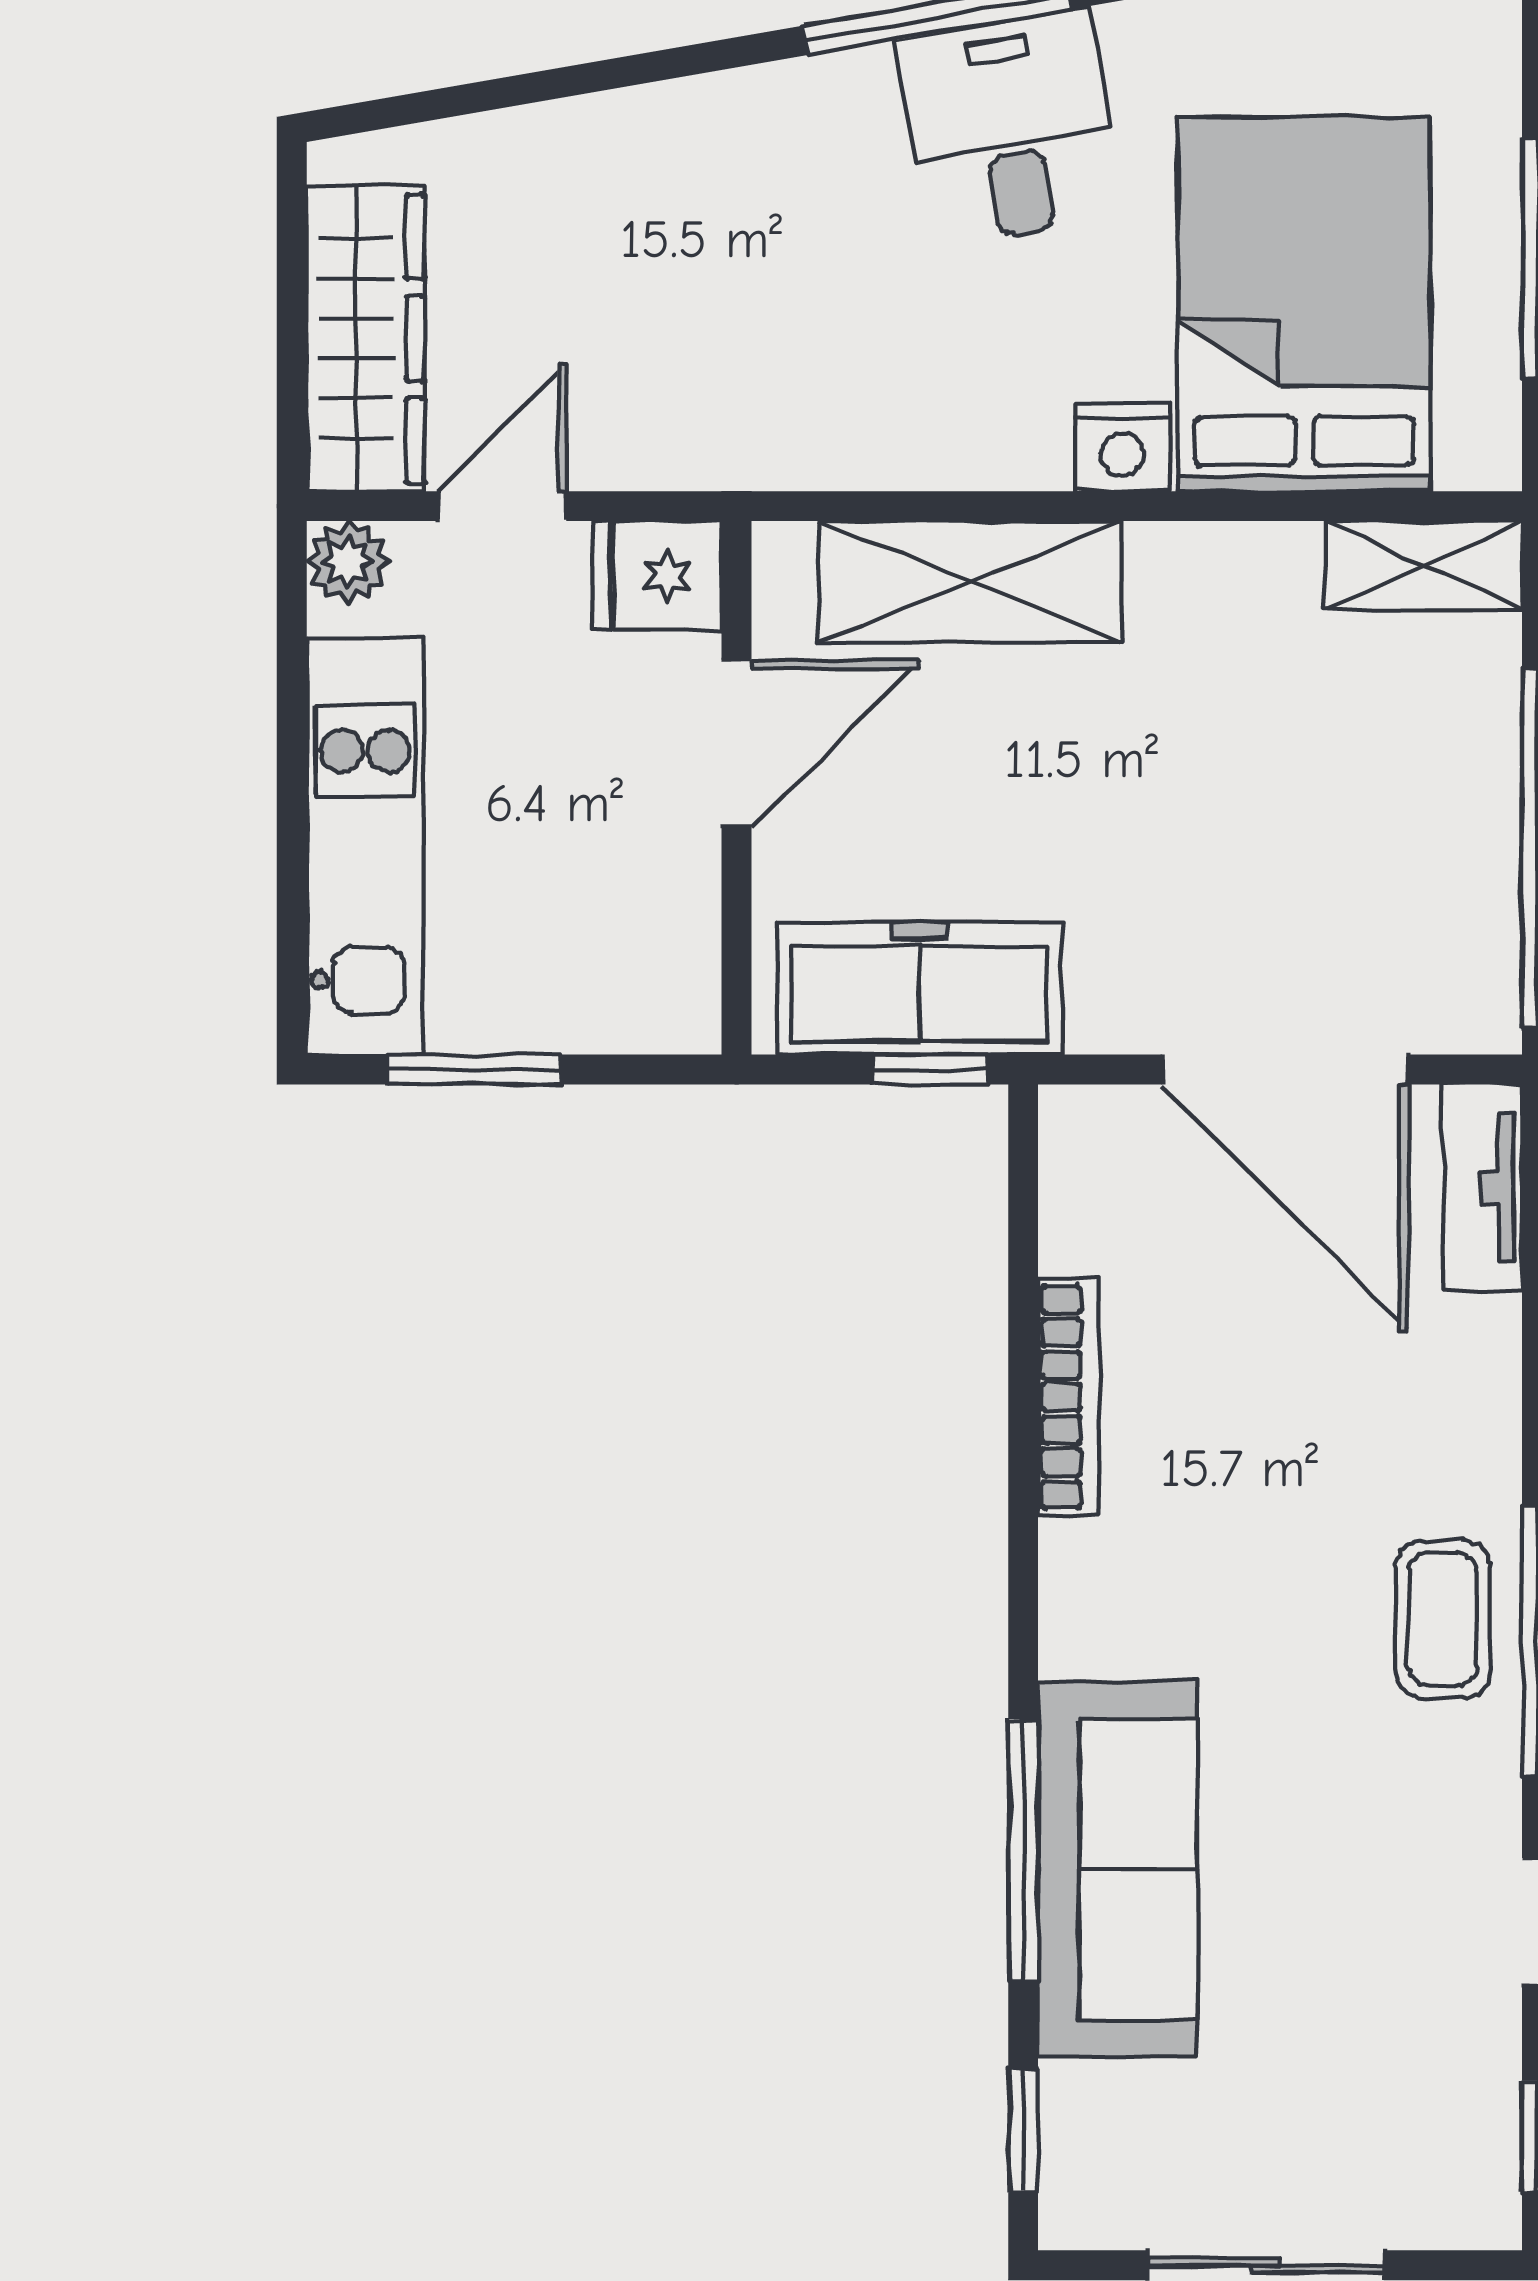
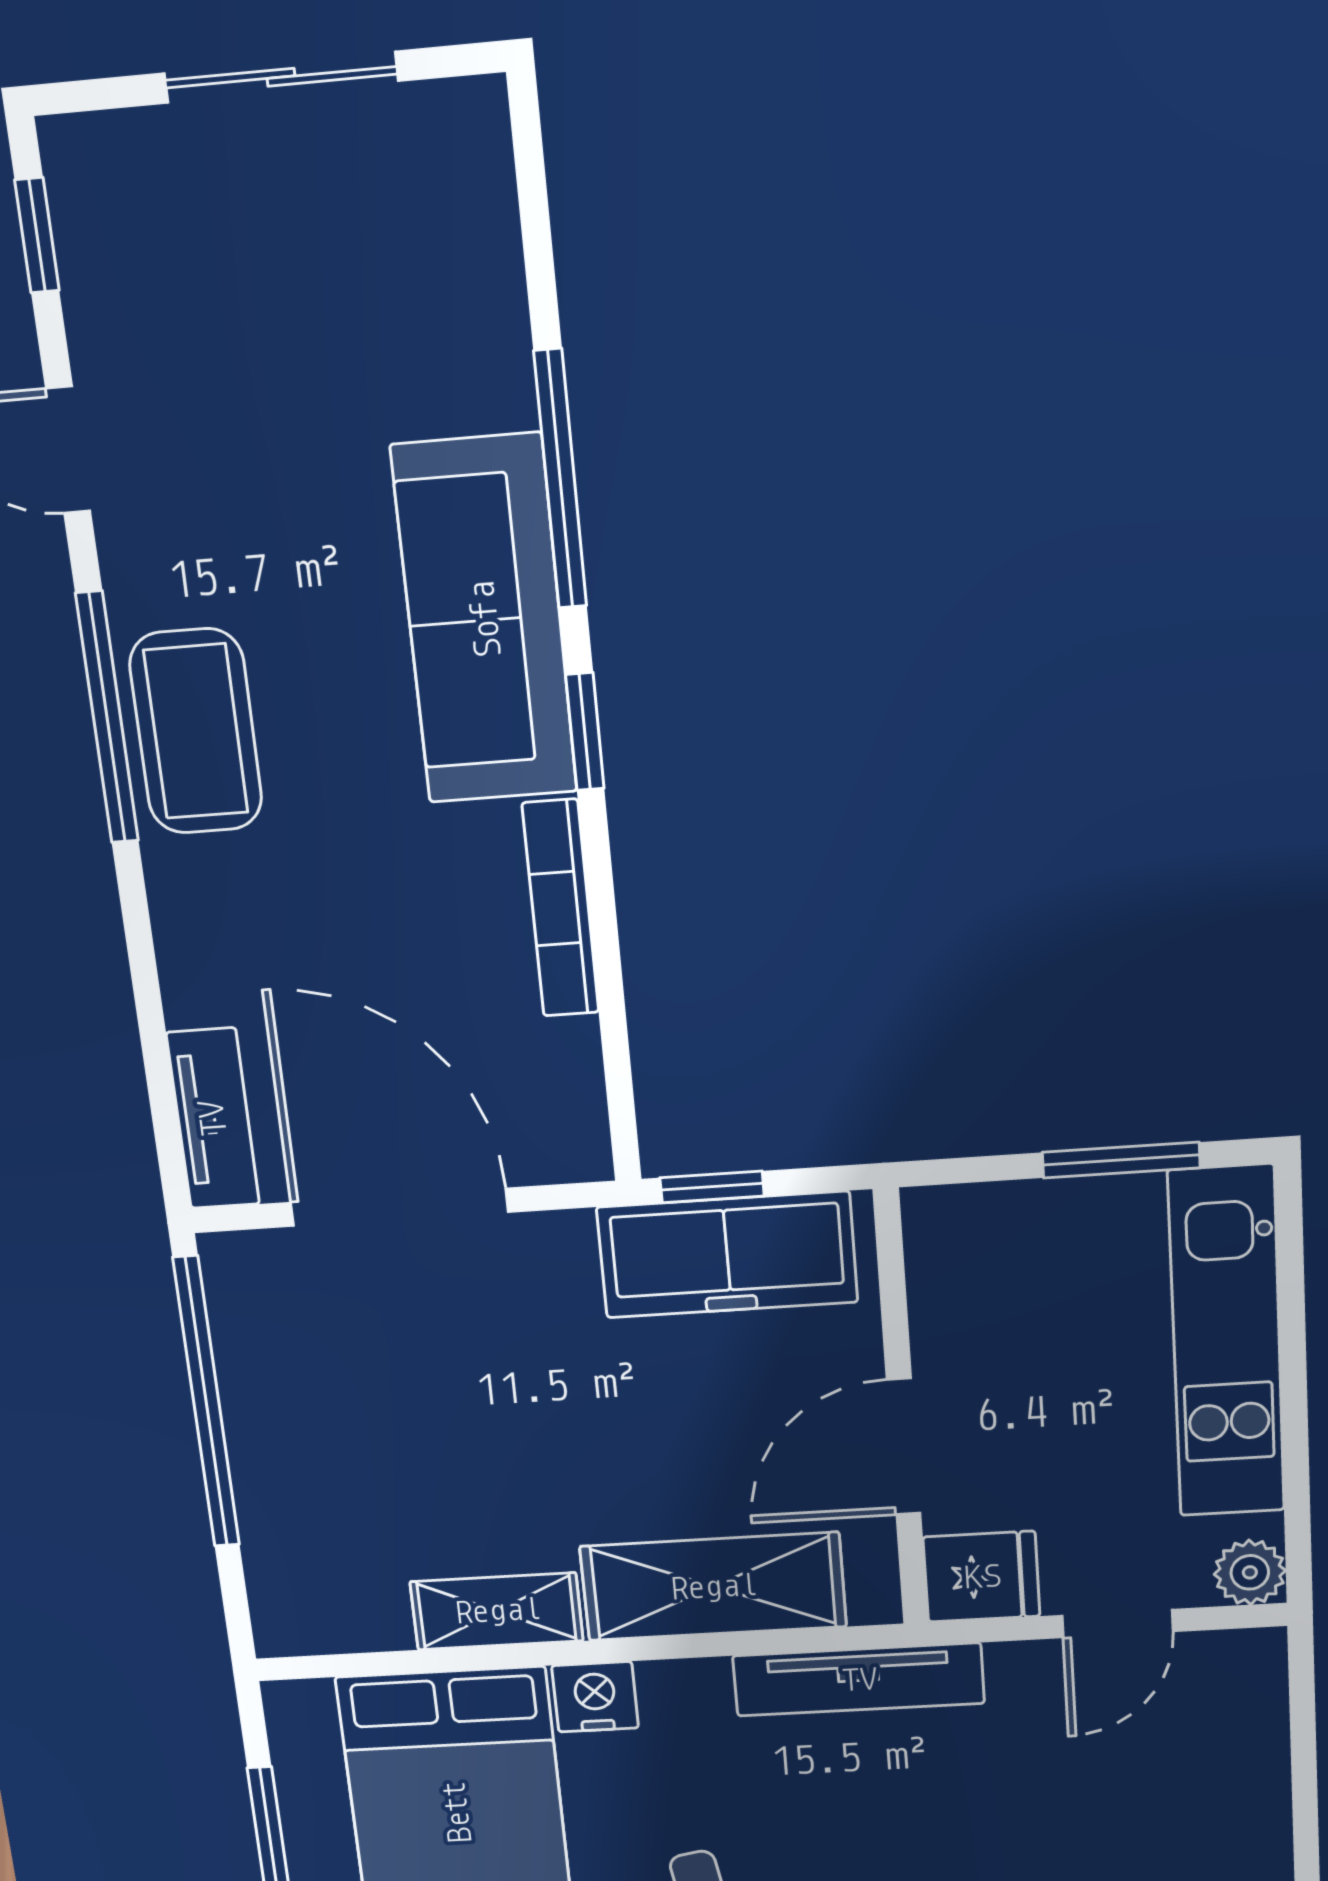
wardrobe: (366, 339) -> (1240, 1747), removed
tv unit: (809, 452) -> (859, 1680), added
shelving: (1424, 565) -> (497, 1611), moved
coffee table: (1443, 1619) -> (196, 731), width x1.36, depth x1.30
sofa: (1118, 1869) -> (485, 620), moved
window: (1023, 2130) -> (585, 732), moved

